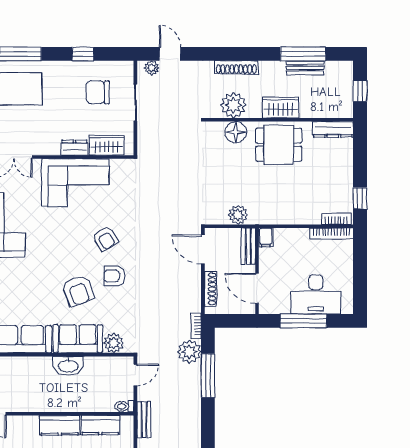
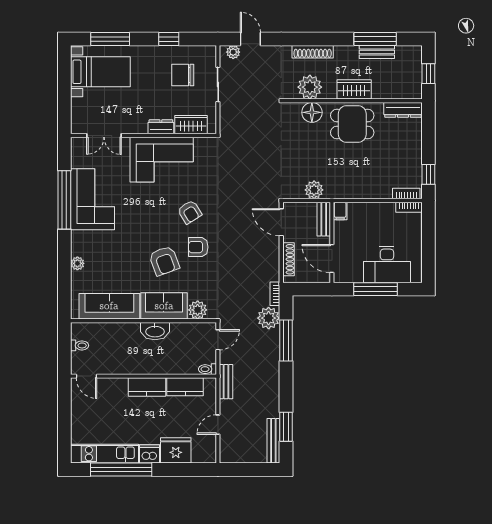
bookcase: (331, 233) -> (409, 207), width x0.64

